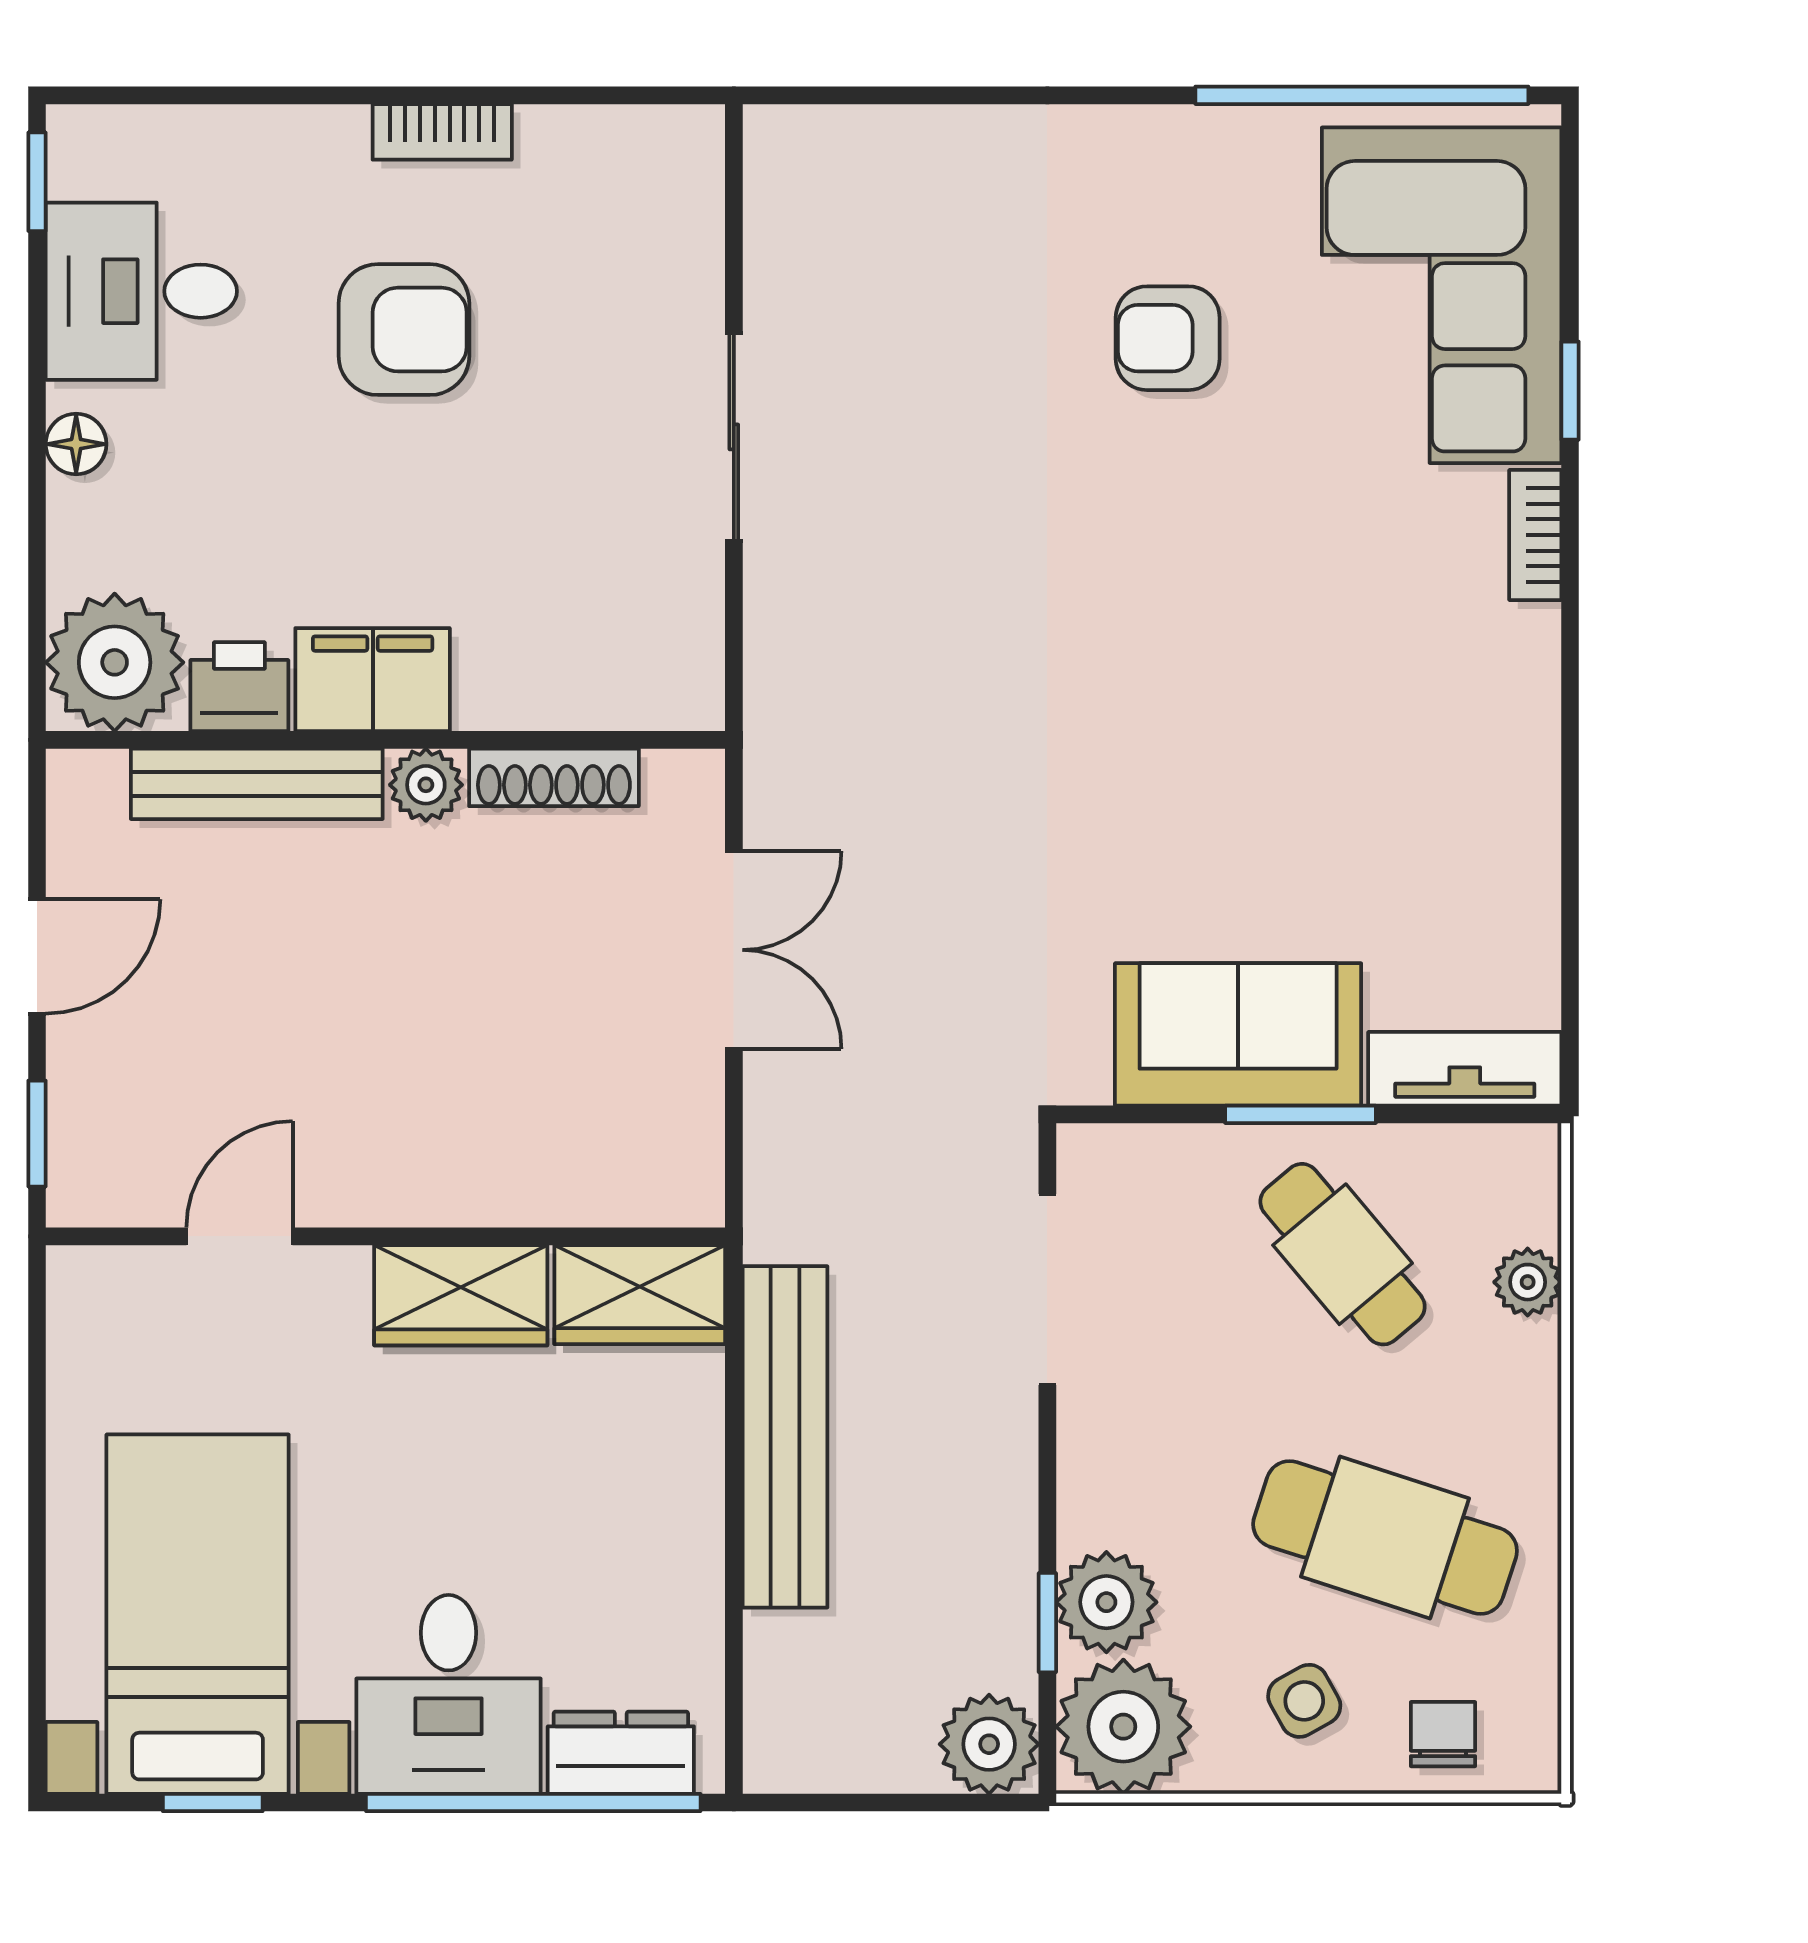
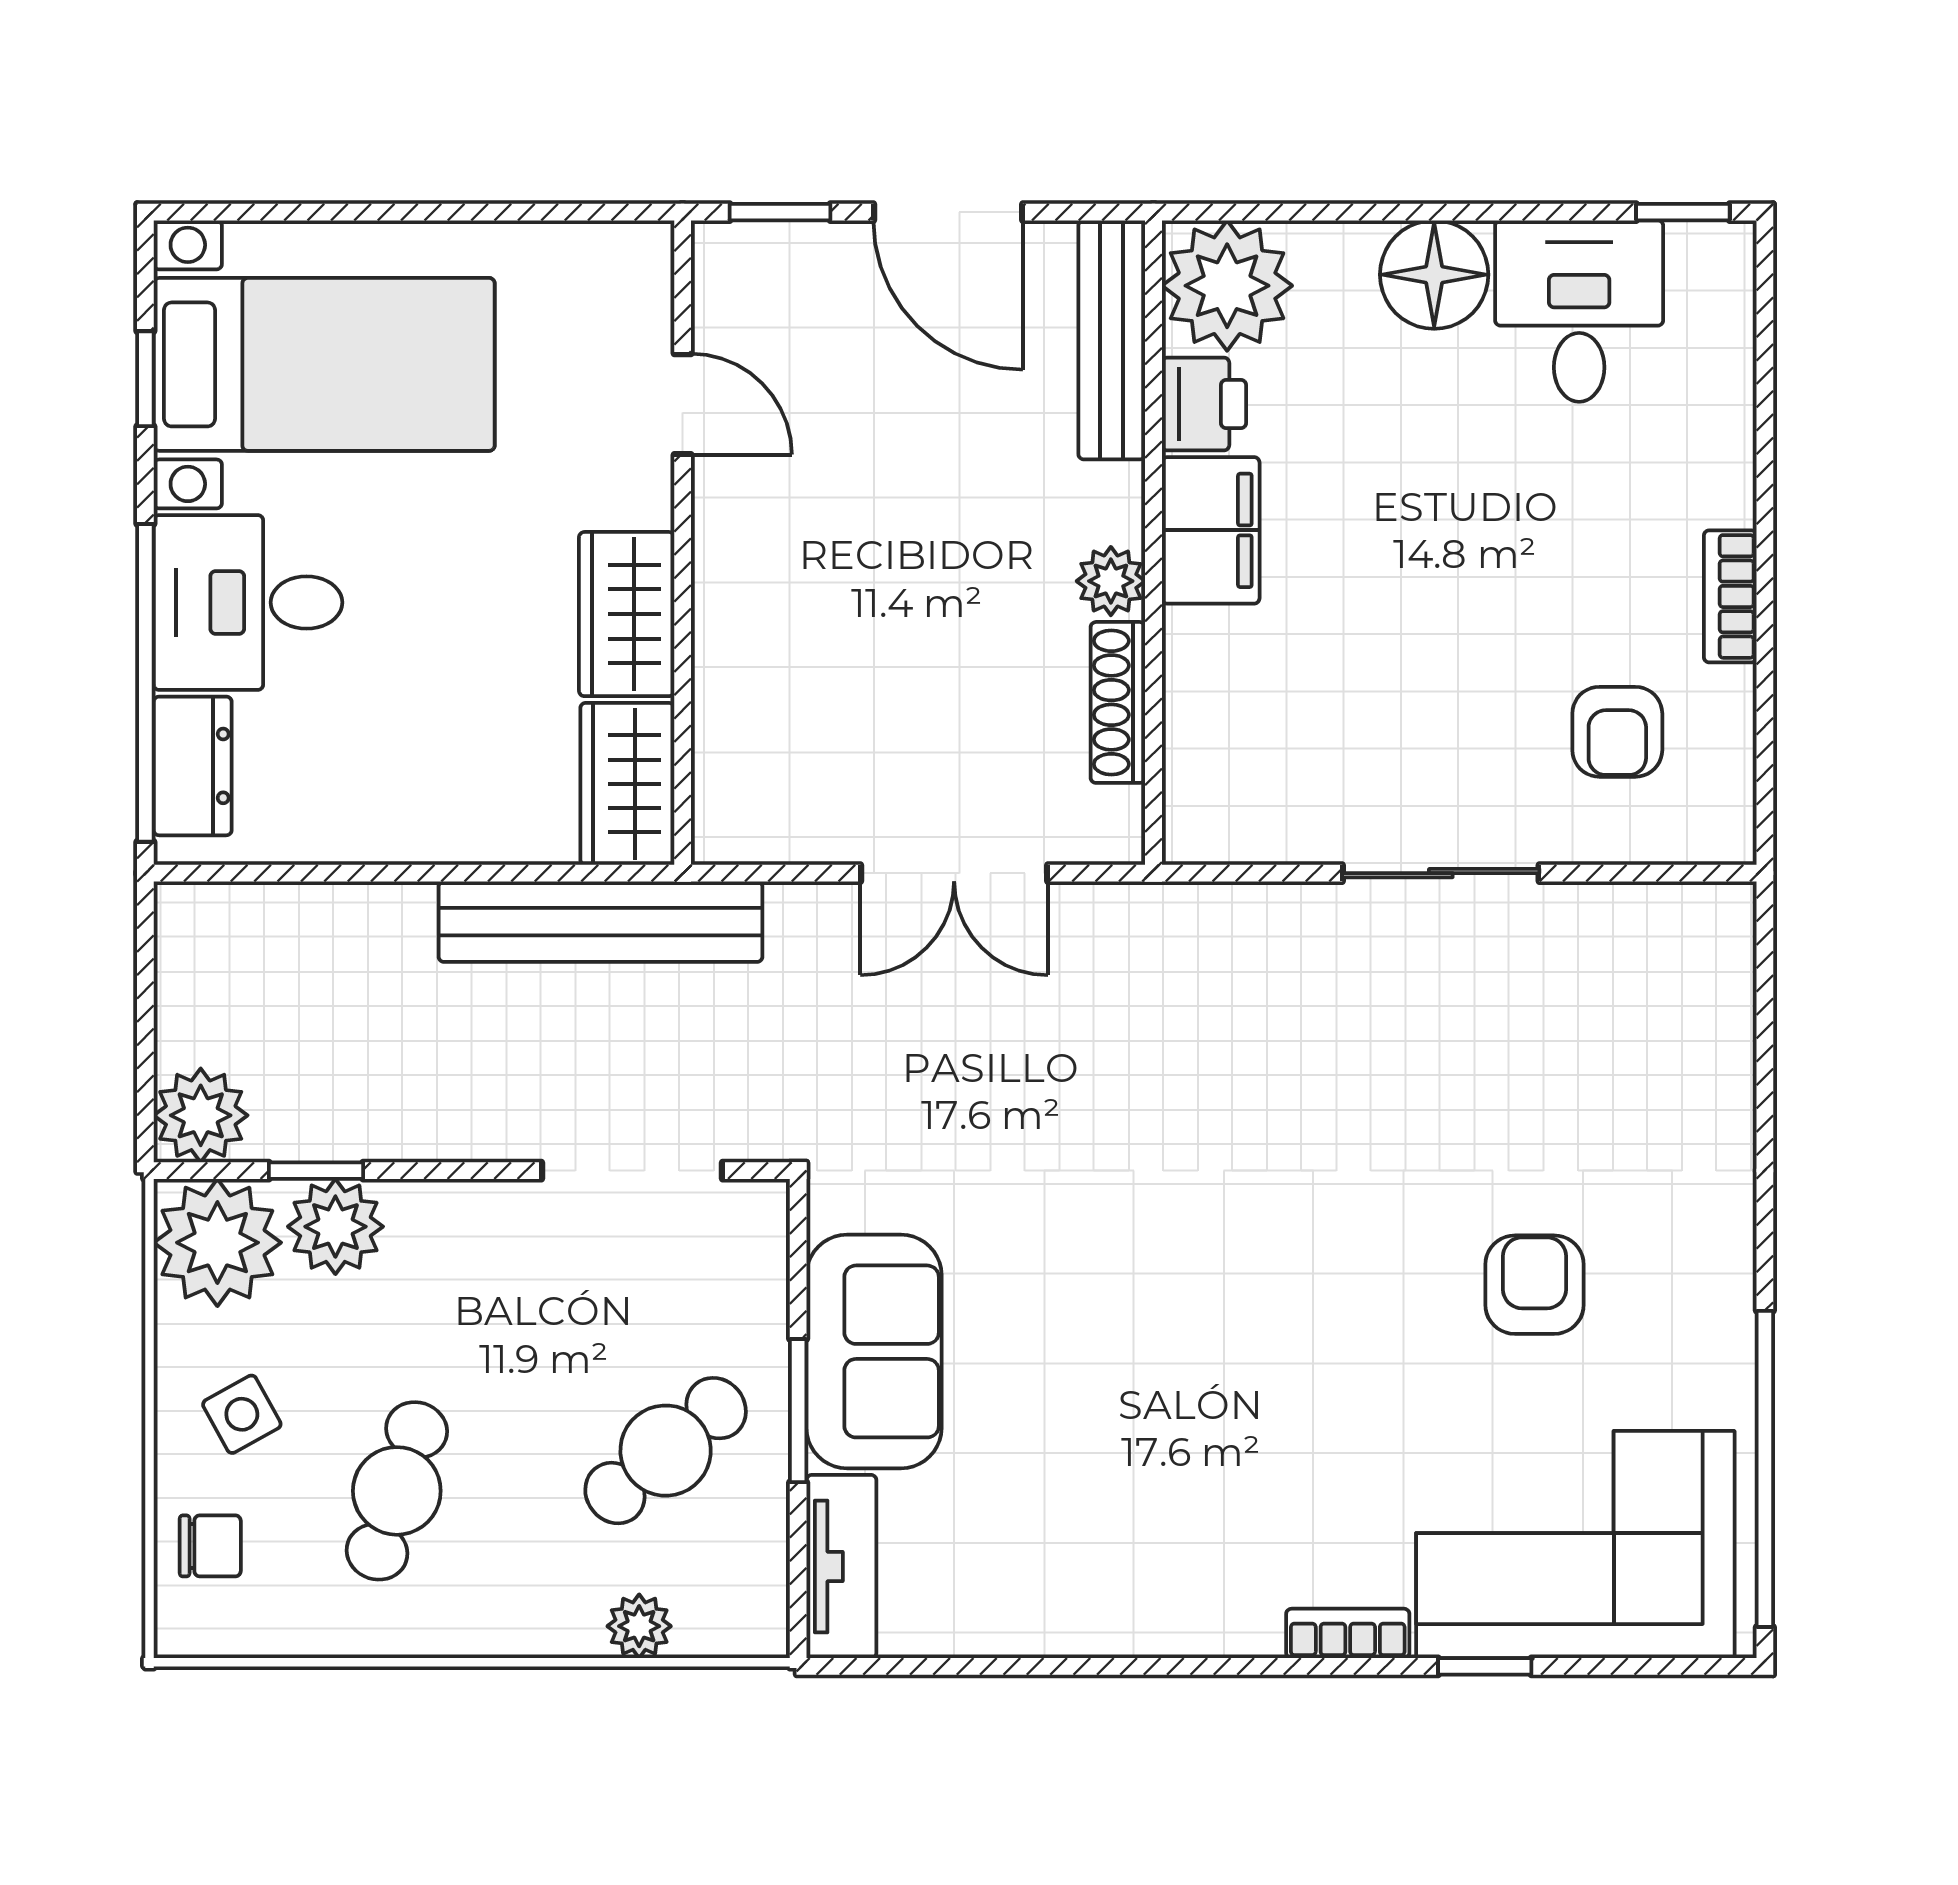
armchair: (404, 330) -> (1617, 732), moved, width x0.72, depth x0.72
floor lamp: (76, 444) -> (1434, 275), width x1.89, depth x1.89
bench: (257, 784) -> (1112, 340), moved
door: (37, 956) -> (948, 212), width x1.38
bench: (785, 1437) -> (600, 922), moved
cafe table: (1385, 1537) -> (397, 1491), width x0.73, depth x0.74

